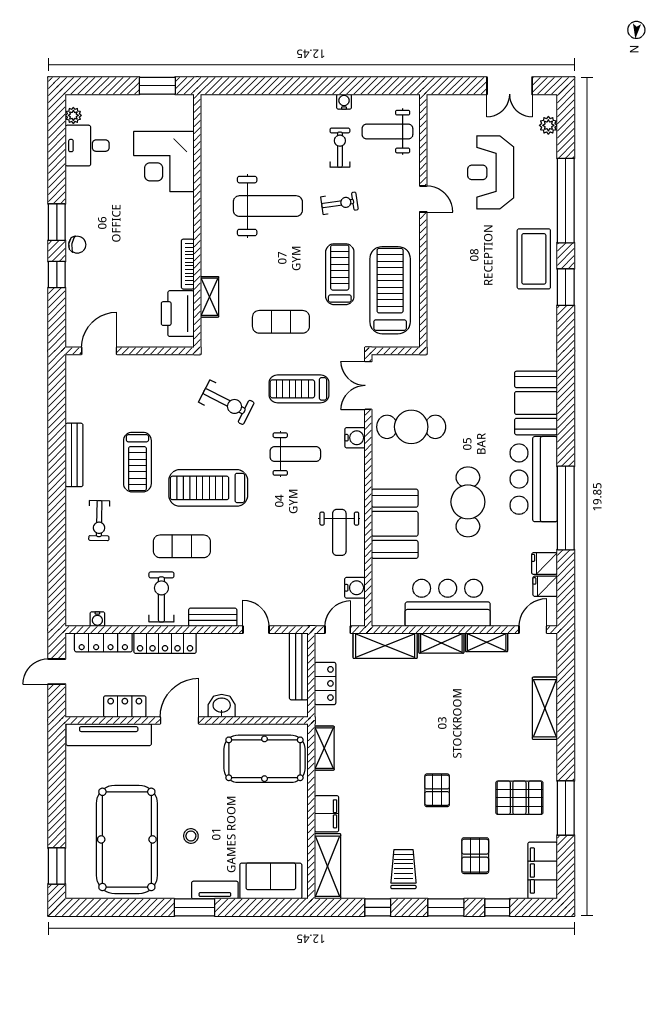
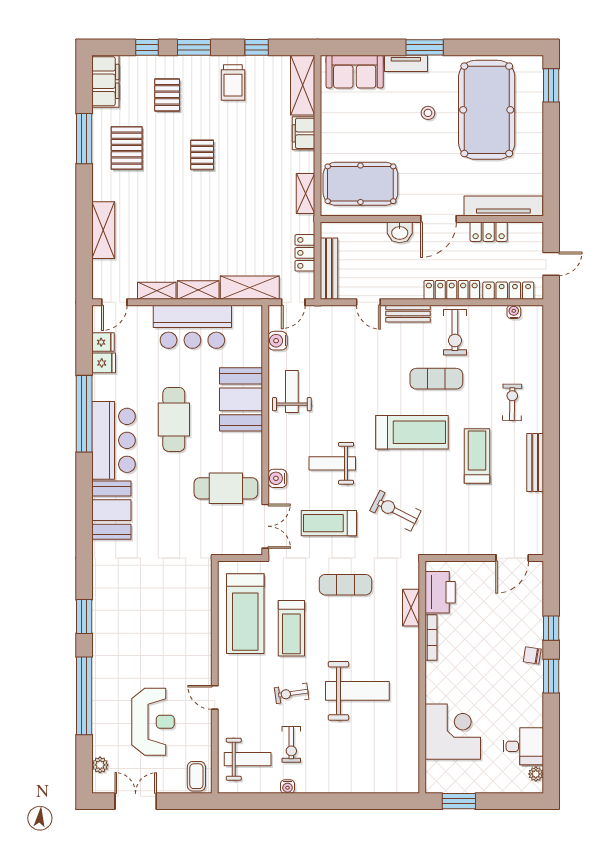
weight bench: (268, 206) -> (357, 691), turned 180
coffee table: (534, 259) -> (196, 776), moved, width x0.54, depth x0.58
treadmill: (299, 389) -> (329, 523), turned 180
pallet: (519, 798) -> (127, 148), turned 90

